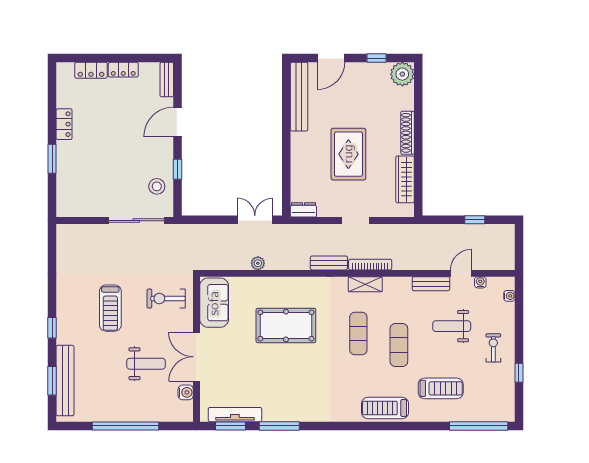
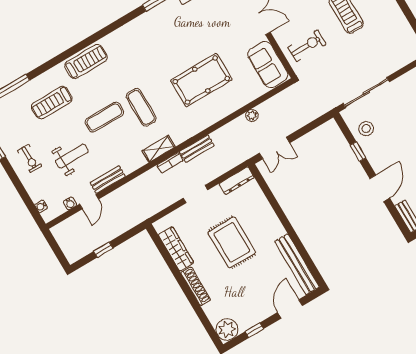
dresser: (303, 210) -> (237, 181), width x1.44
bookcase: (370, 265) -> (170, 163), width x0.64
exercise mat: (399, 345) -> (104, 117), turned 90

